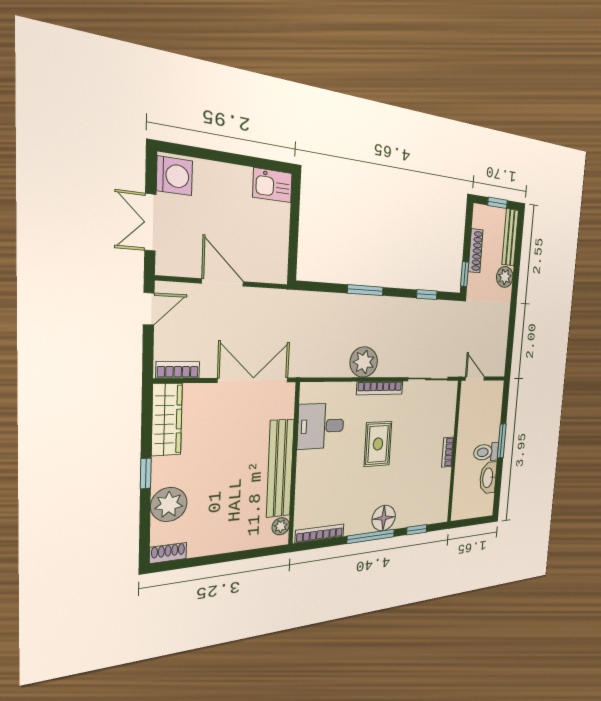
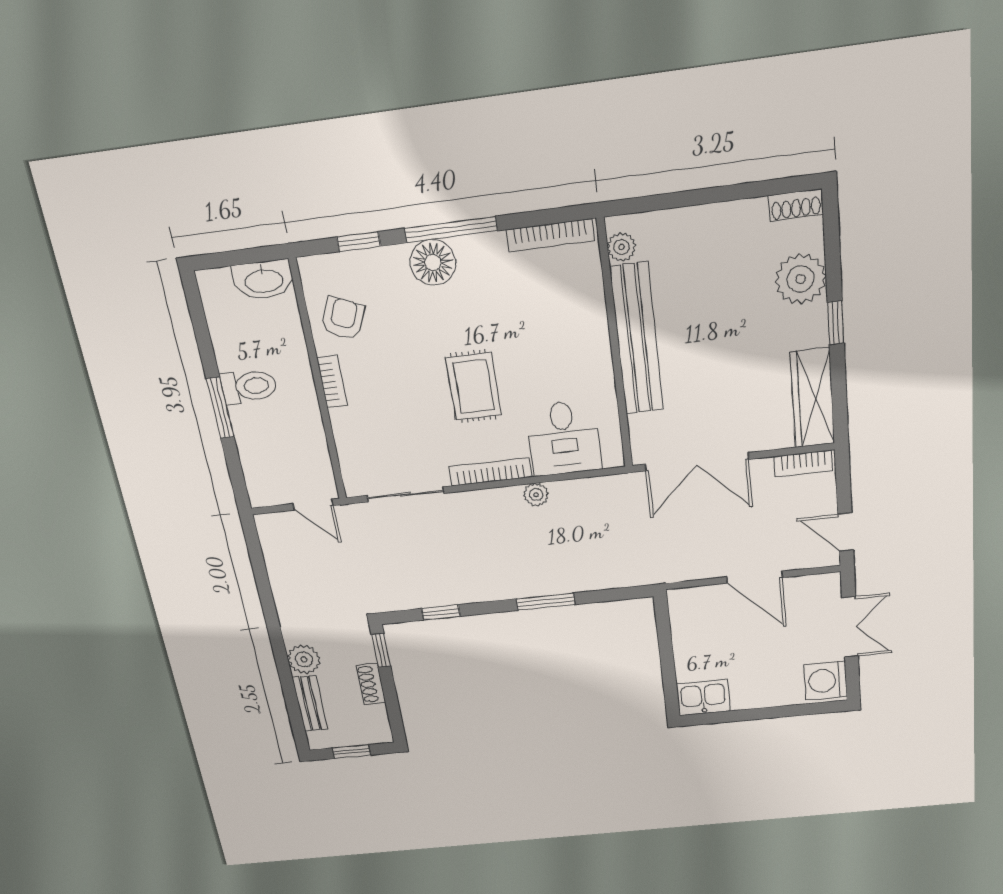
bench: (510, 237) -> (310, 703), width x0.73
shoe rack: (476, 251) -> (371, 684), width x0.70
door: (149, 309) -> (846, 532), hinge flipped
plant: (364, 362) -> (536, 495), width x0.53, depth x0.53
desk: (321, 426) -> (564, 438), moved, turned 90
washbasin: (488, 478) -> (263, 280), moved, turned 90
armchair: (434, 488) -> (343, 319), added

